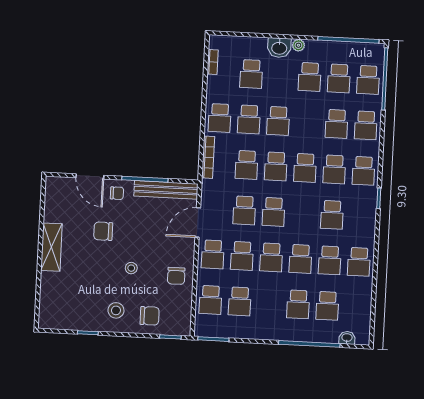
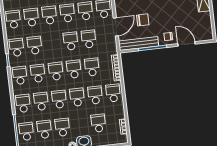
school desk: (307, 122) -> (59, 99), added
school desk: (361, 216) -> (17, 47), added
chair: (103, 231) -> (143, 20), moved

